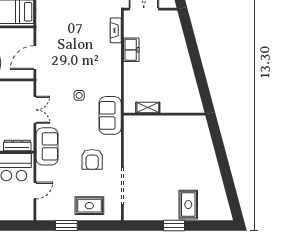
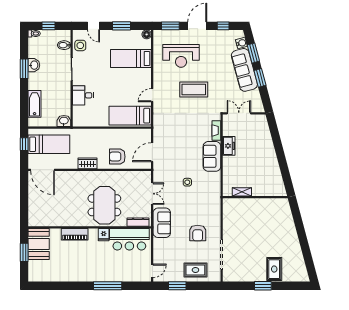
sofa: (110, 115) -> (212, 156), moved
door: (35, 190) -> (152, 271), moved

